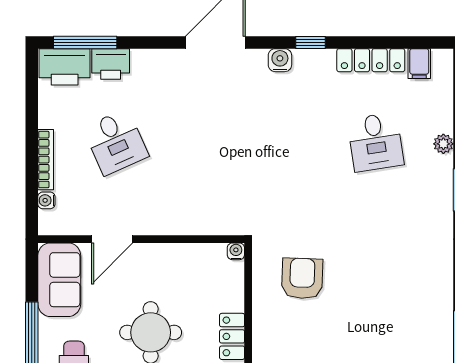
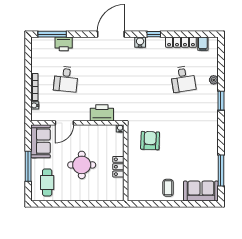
printer: (65, 67) -> (102, 113), moved, turned 180
desk: (116, 142) -> (66, 79), turned 30

